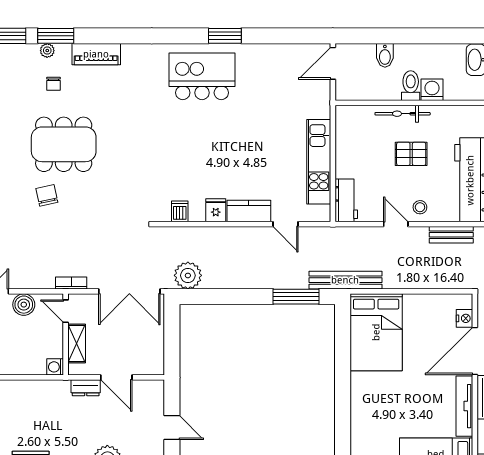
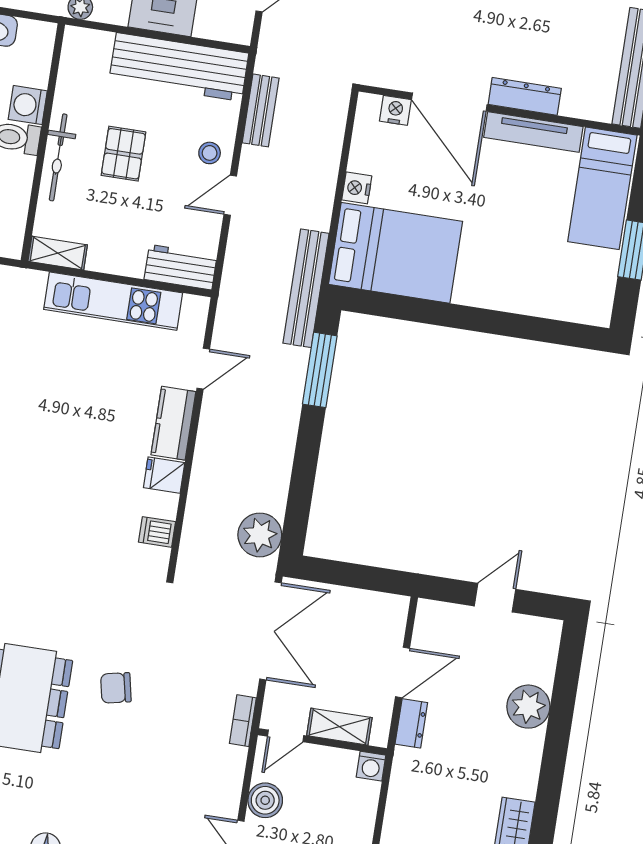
shelving: (343, 123) -> (58, 253), added
chair: (47, 195) -> (116, 688), moved
nightstand: (413, 302) -> (357, 188), added

